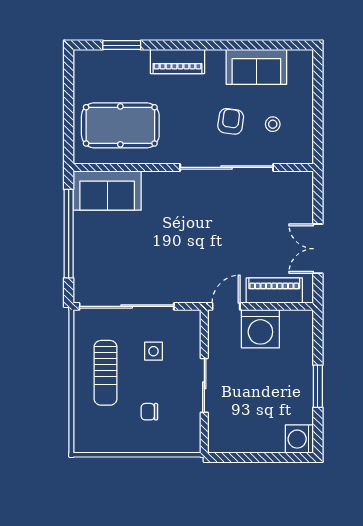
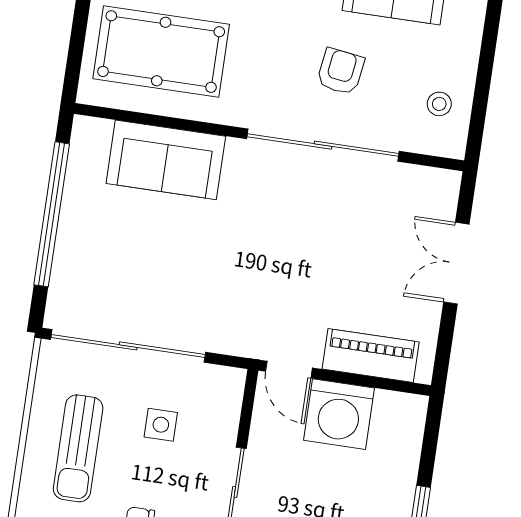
stool: (273, 124) -> (439, 104), moved
sofa: (107, 190) -> (166, 160), moved
double door: (318, 249) -> (456, 263), moved
door: (226, 306) -> (289, 370), swing flipped

